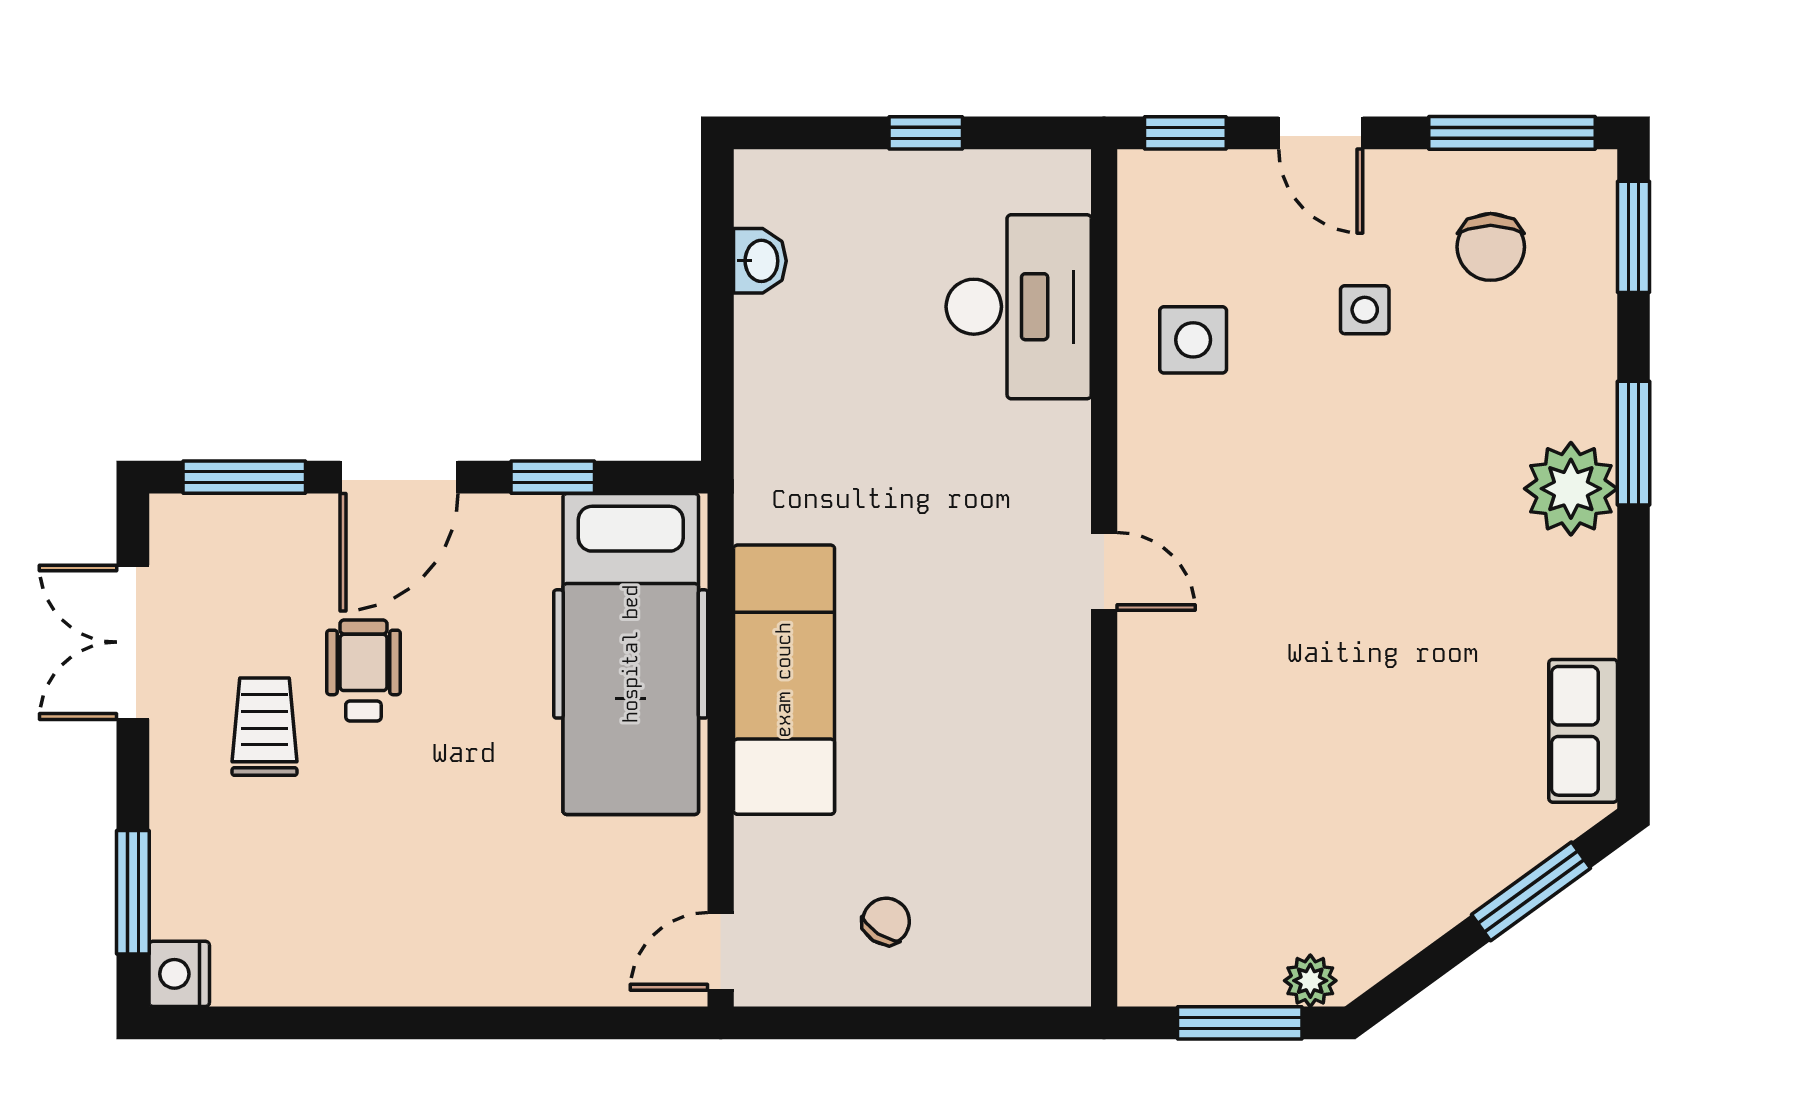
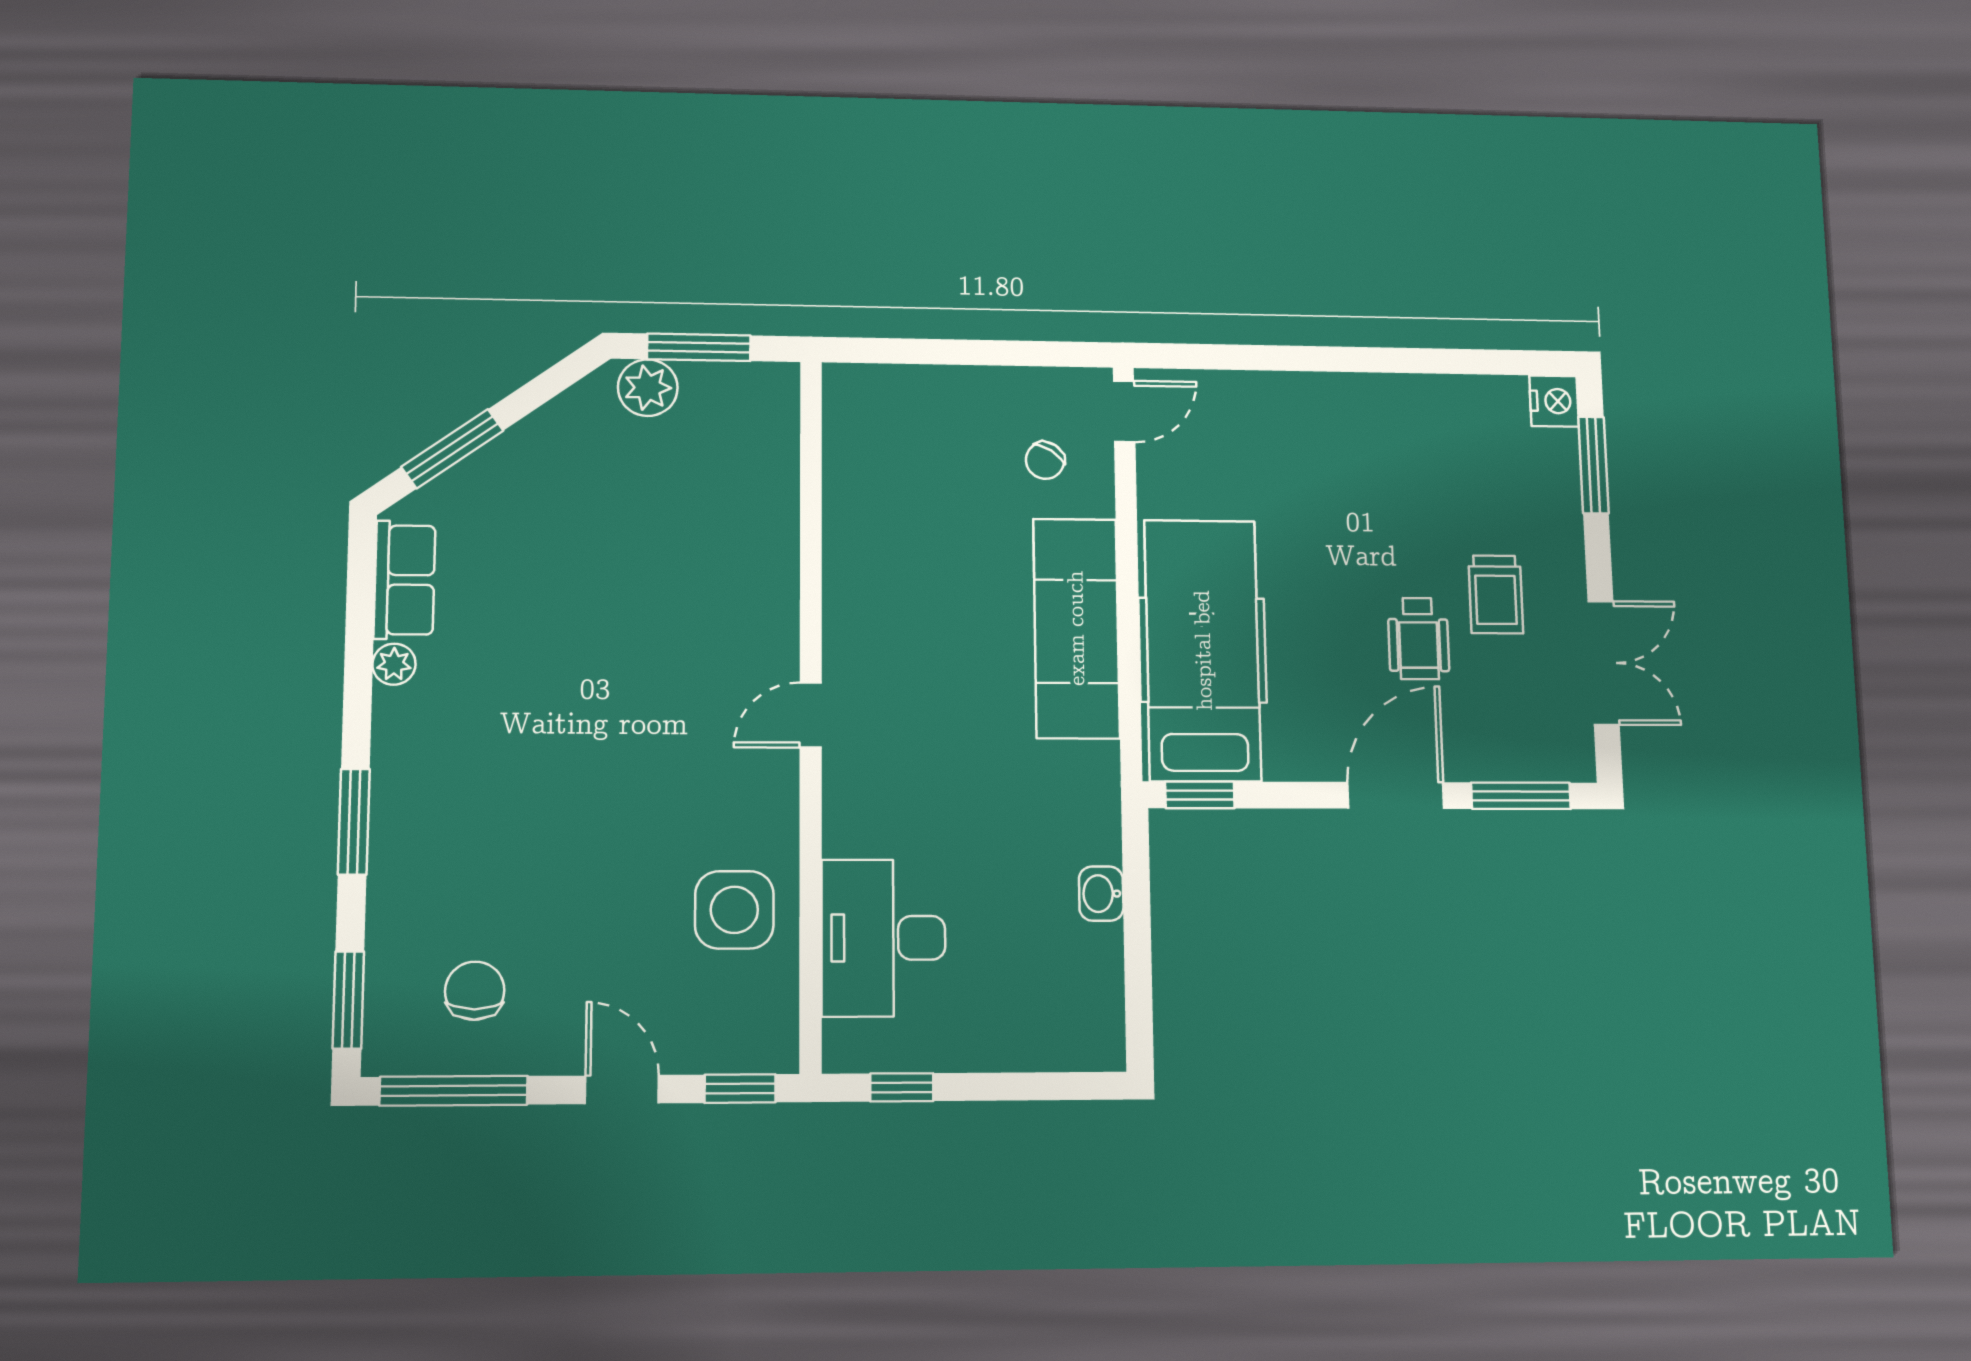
window: (926, 133) -> (902, 1087), moved
washbasin: (760, 261) -> (1101, 894), moved
side table: (1365, 310) -> (586, 936), removed
side table: (1193, 340) -> (734, 910), width x1.37, depth x1.37
window: (553, 477) -> (1200, 795), moved
plant: (1571, 489) -> (394, 664), moved, width x0.53, depth x0.53
door: (1104, 571) -> (811, 715), hinge flipped
chair: (886, 921) -> (1045, 460), moved
plant: (1310, 981) -> (648, 388), width x1.38, depth x1.38

